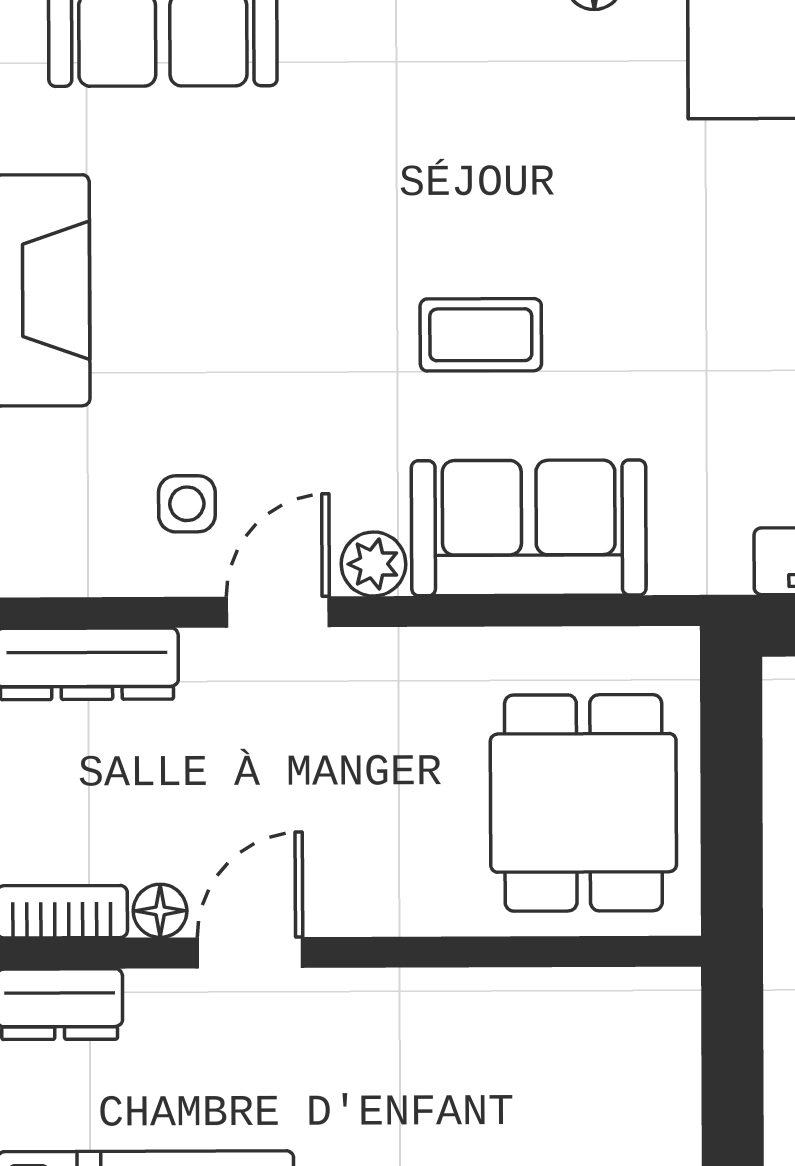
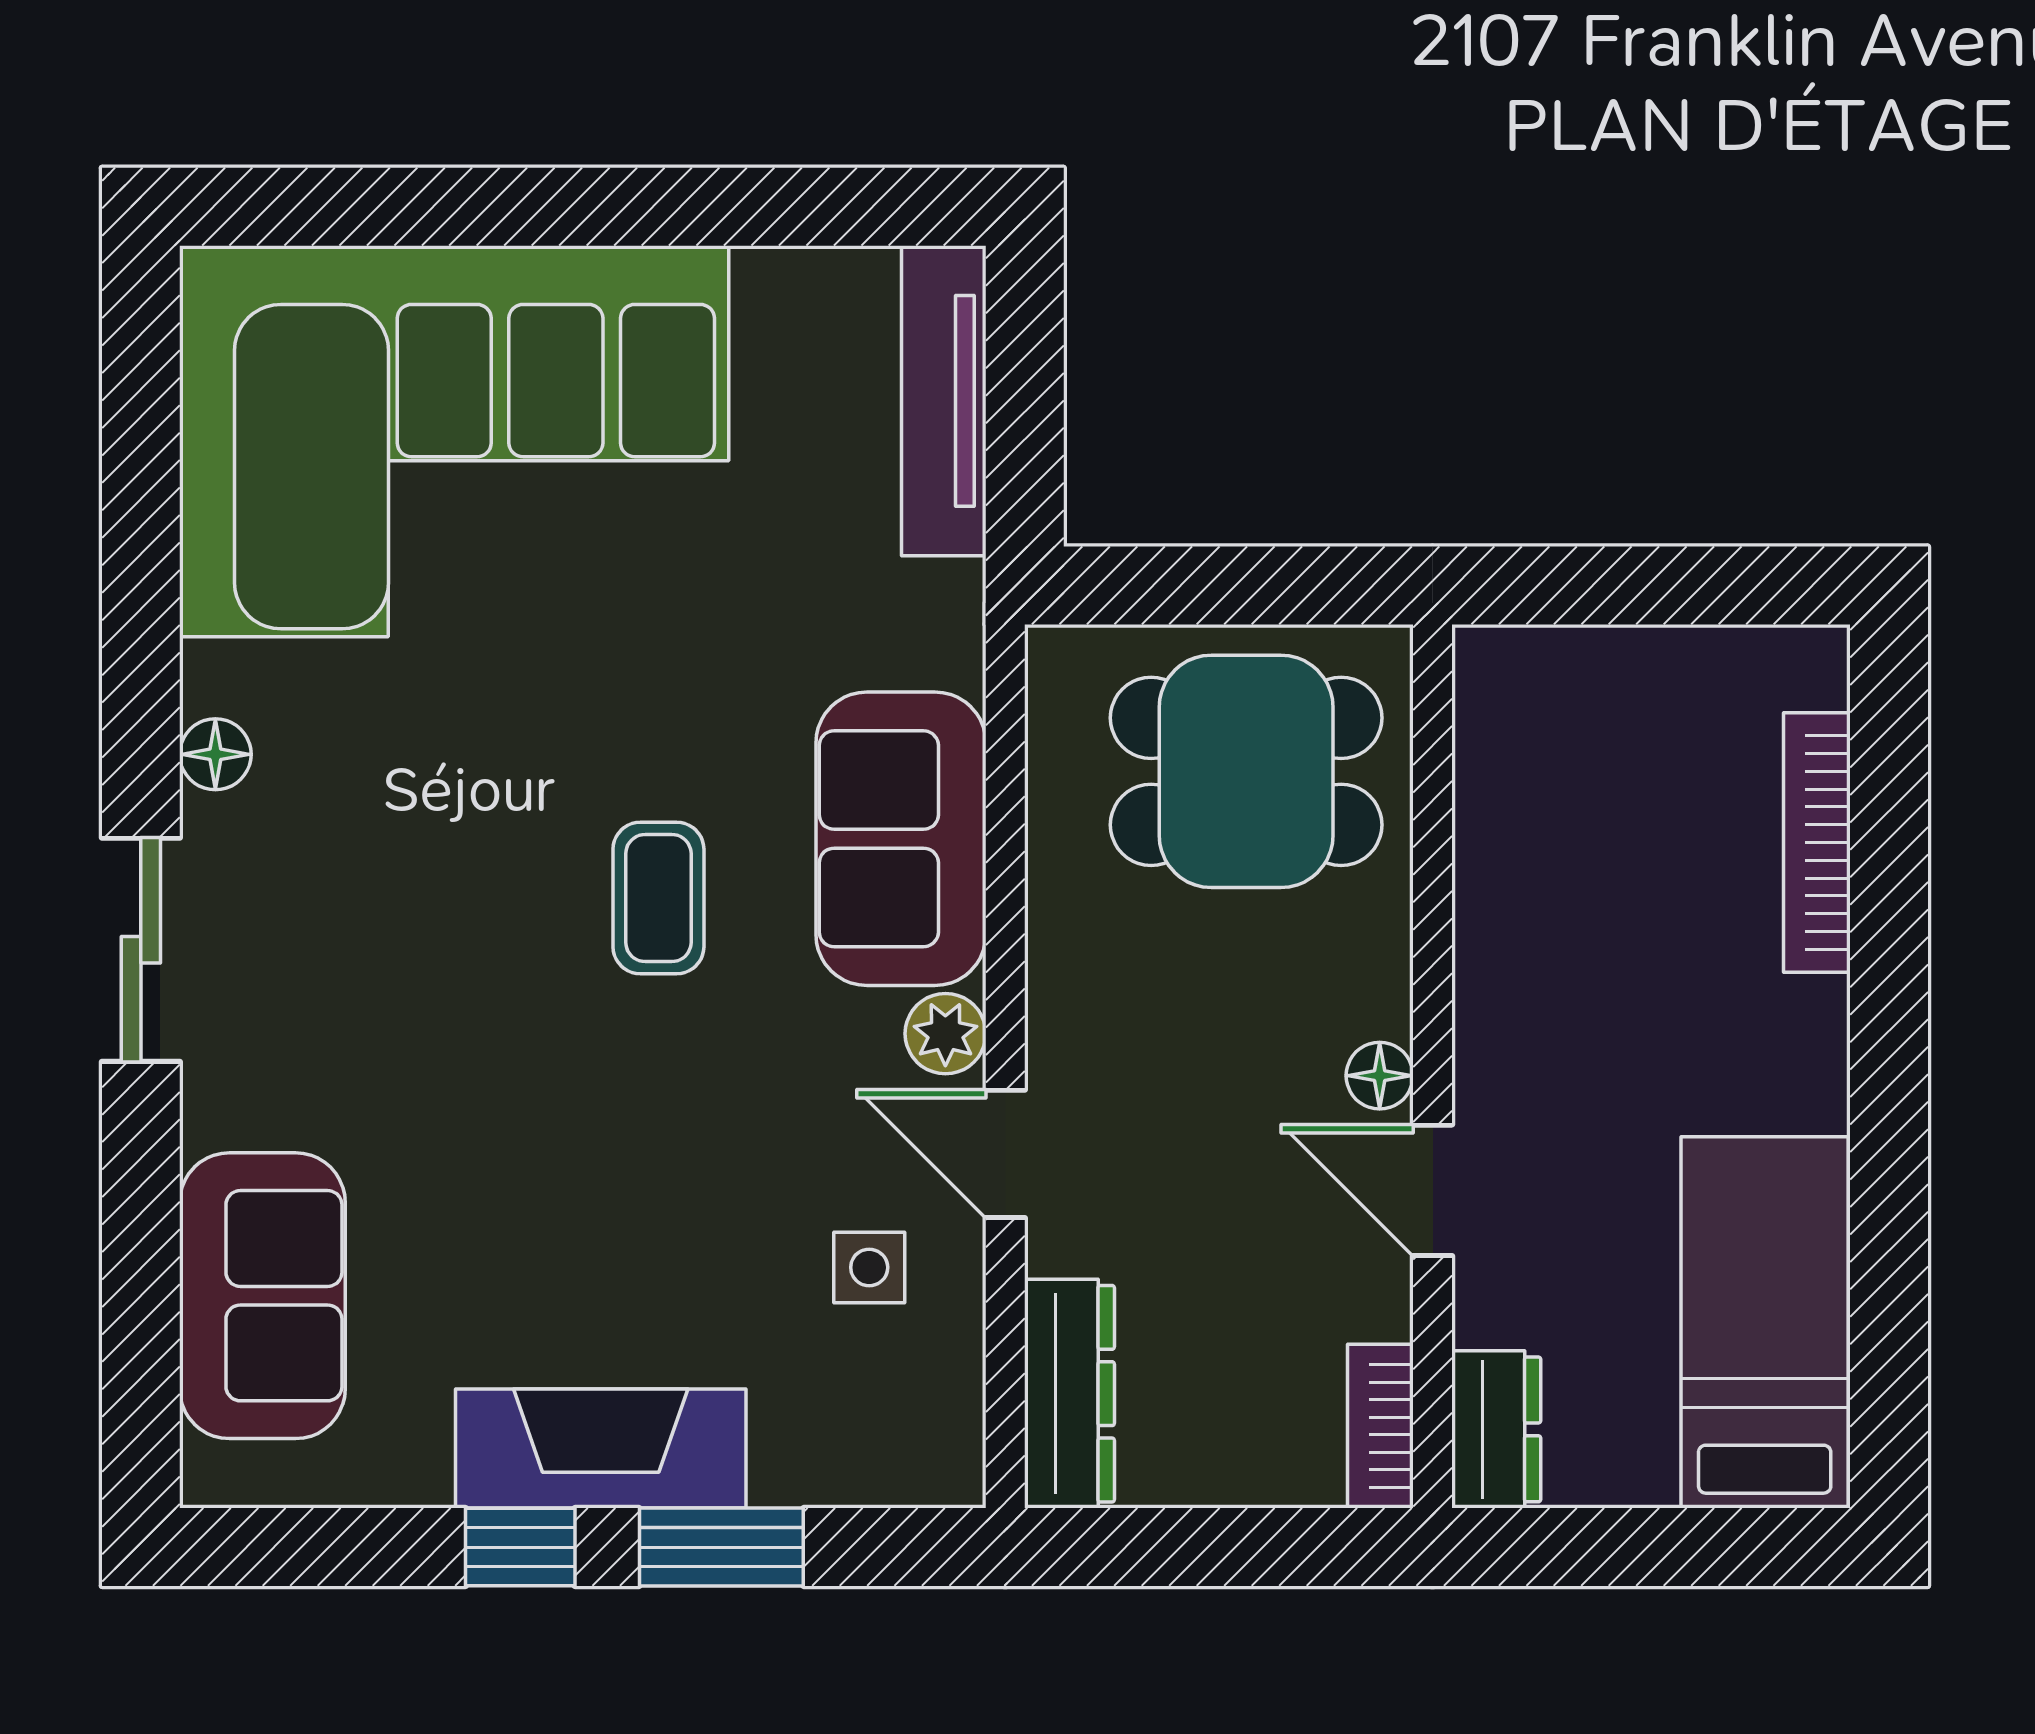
floor lamp: (160, 911) -> (1380, 1076), moved

